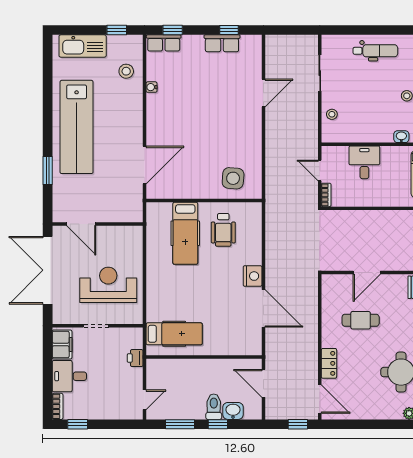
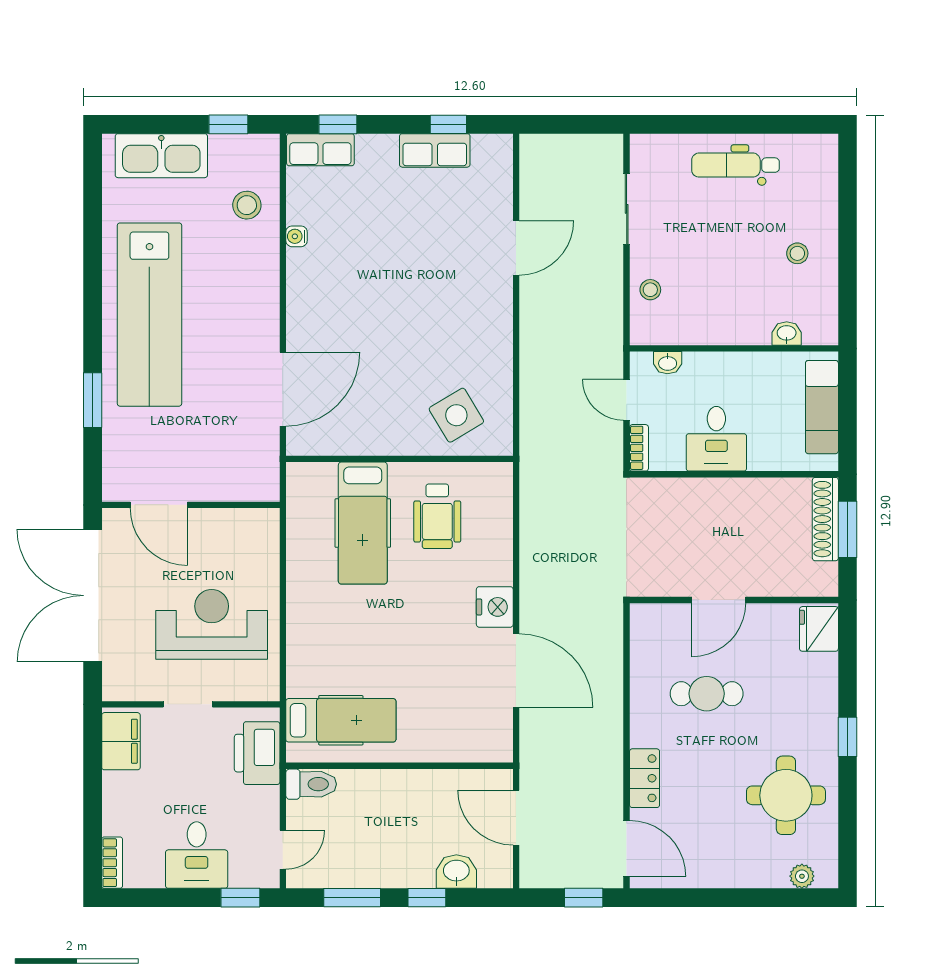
dental chair: (375, 51) -> (736, 165), turned 180
washbasin: (341, 152) -> (668, 363), added
desk: (364, 162) -> (716, 439), moved, turned 180
side table: (233, 178) -> (456, 415), turned -36
printer: (135, 358) -> (257, 753), width x1.87, depth x1.48
desk: (69, 376) -> (197, 855), moved, turned -90
toilet: (214, 407) -> (311, 784), moved, turned 90
window: (78, 424) -> (240, 898), moved

